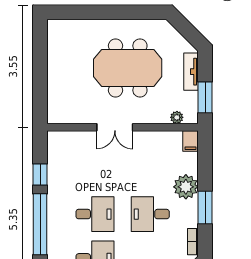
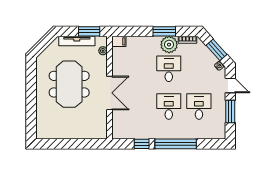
tv unit: (191, 72) -> (77, 41), width x1.41
double door: (115, 127) -> (110, 93), width x1.37
plant: (186, 187) -> (169, 45), moved
desk: (150, 214) -> (169, 69), turned 180

